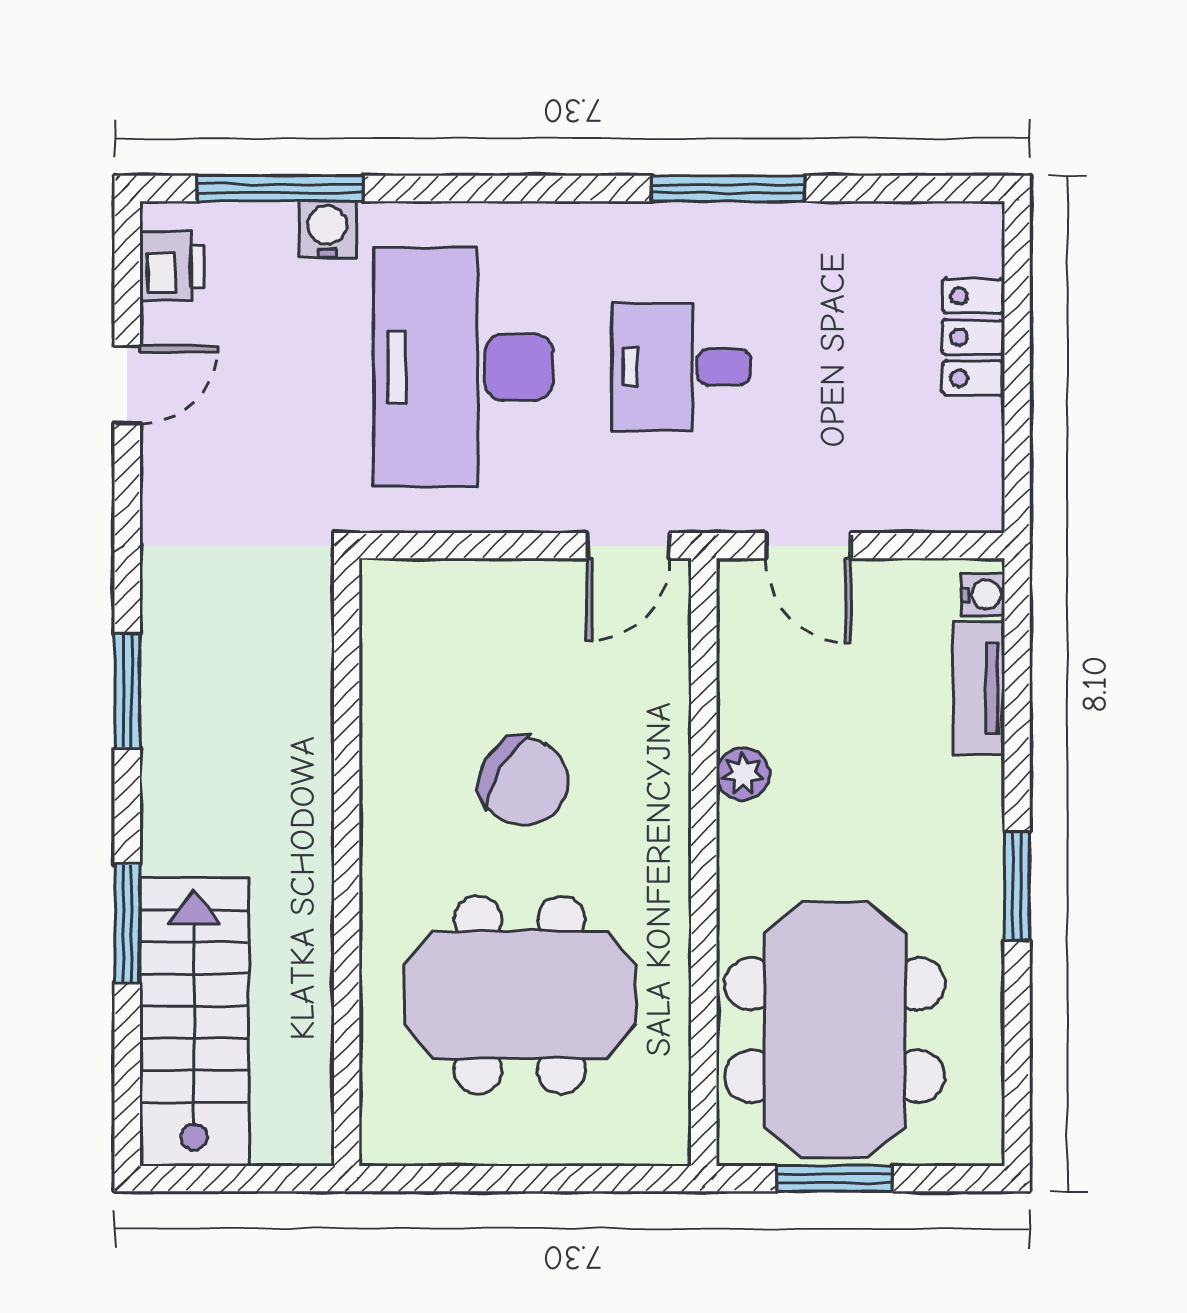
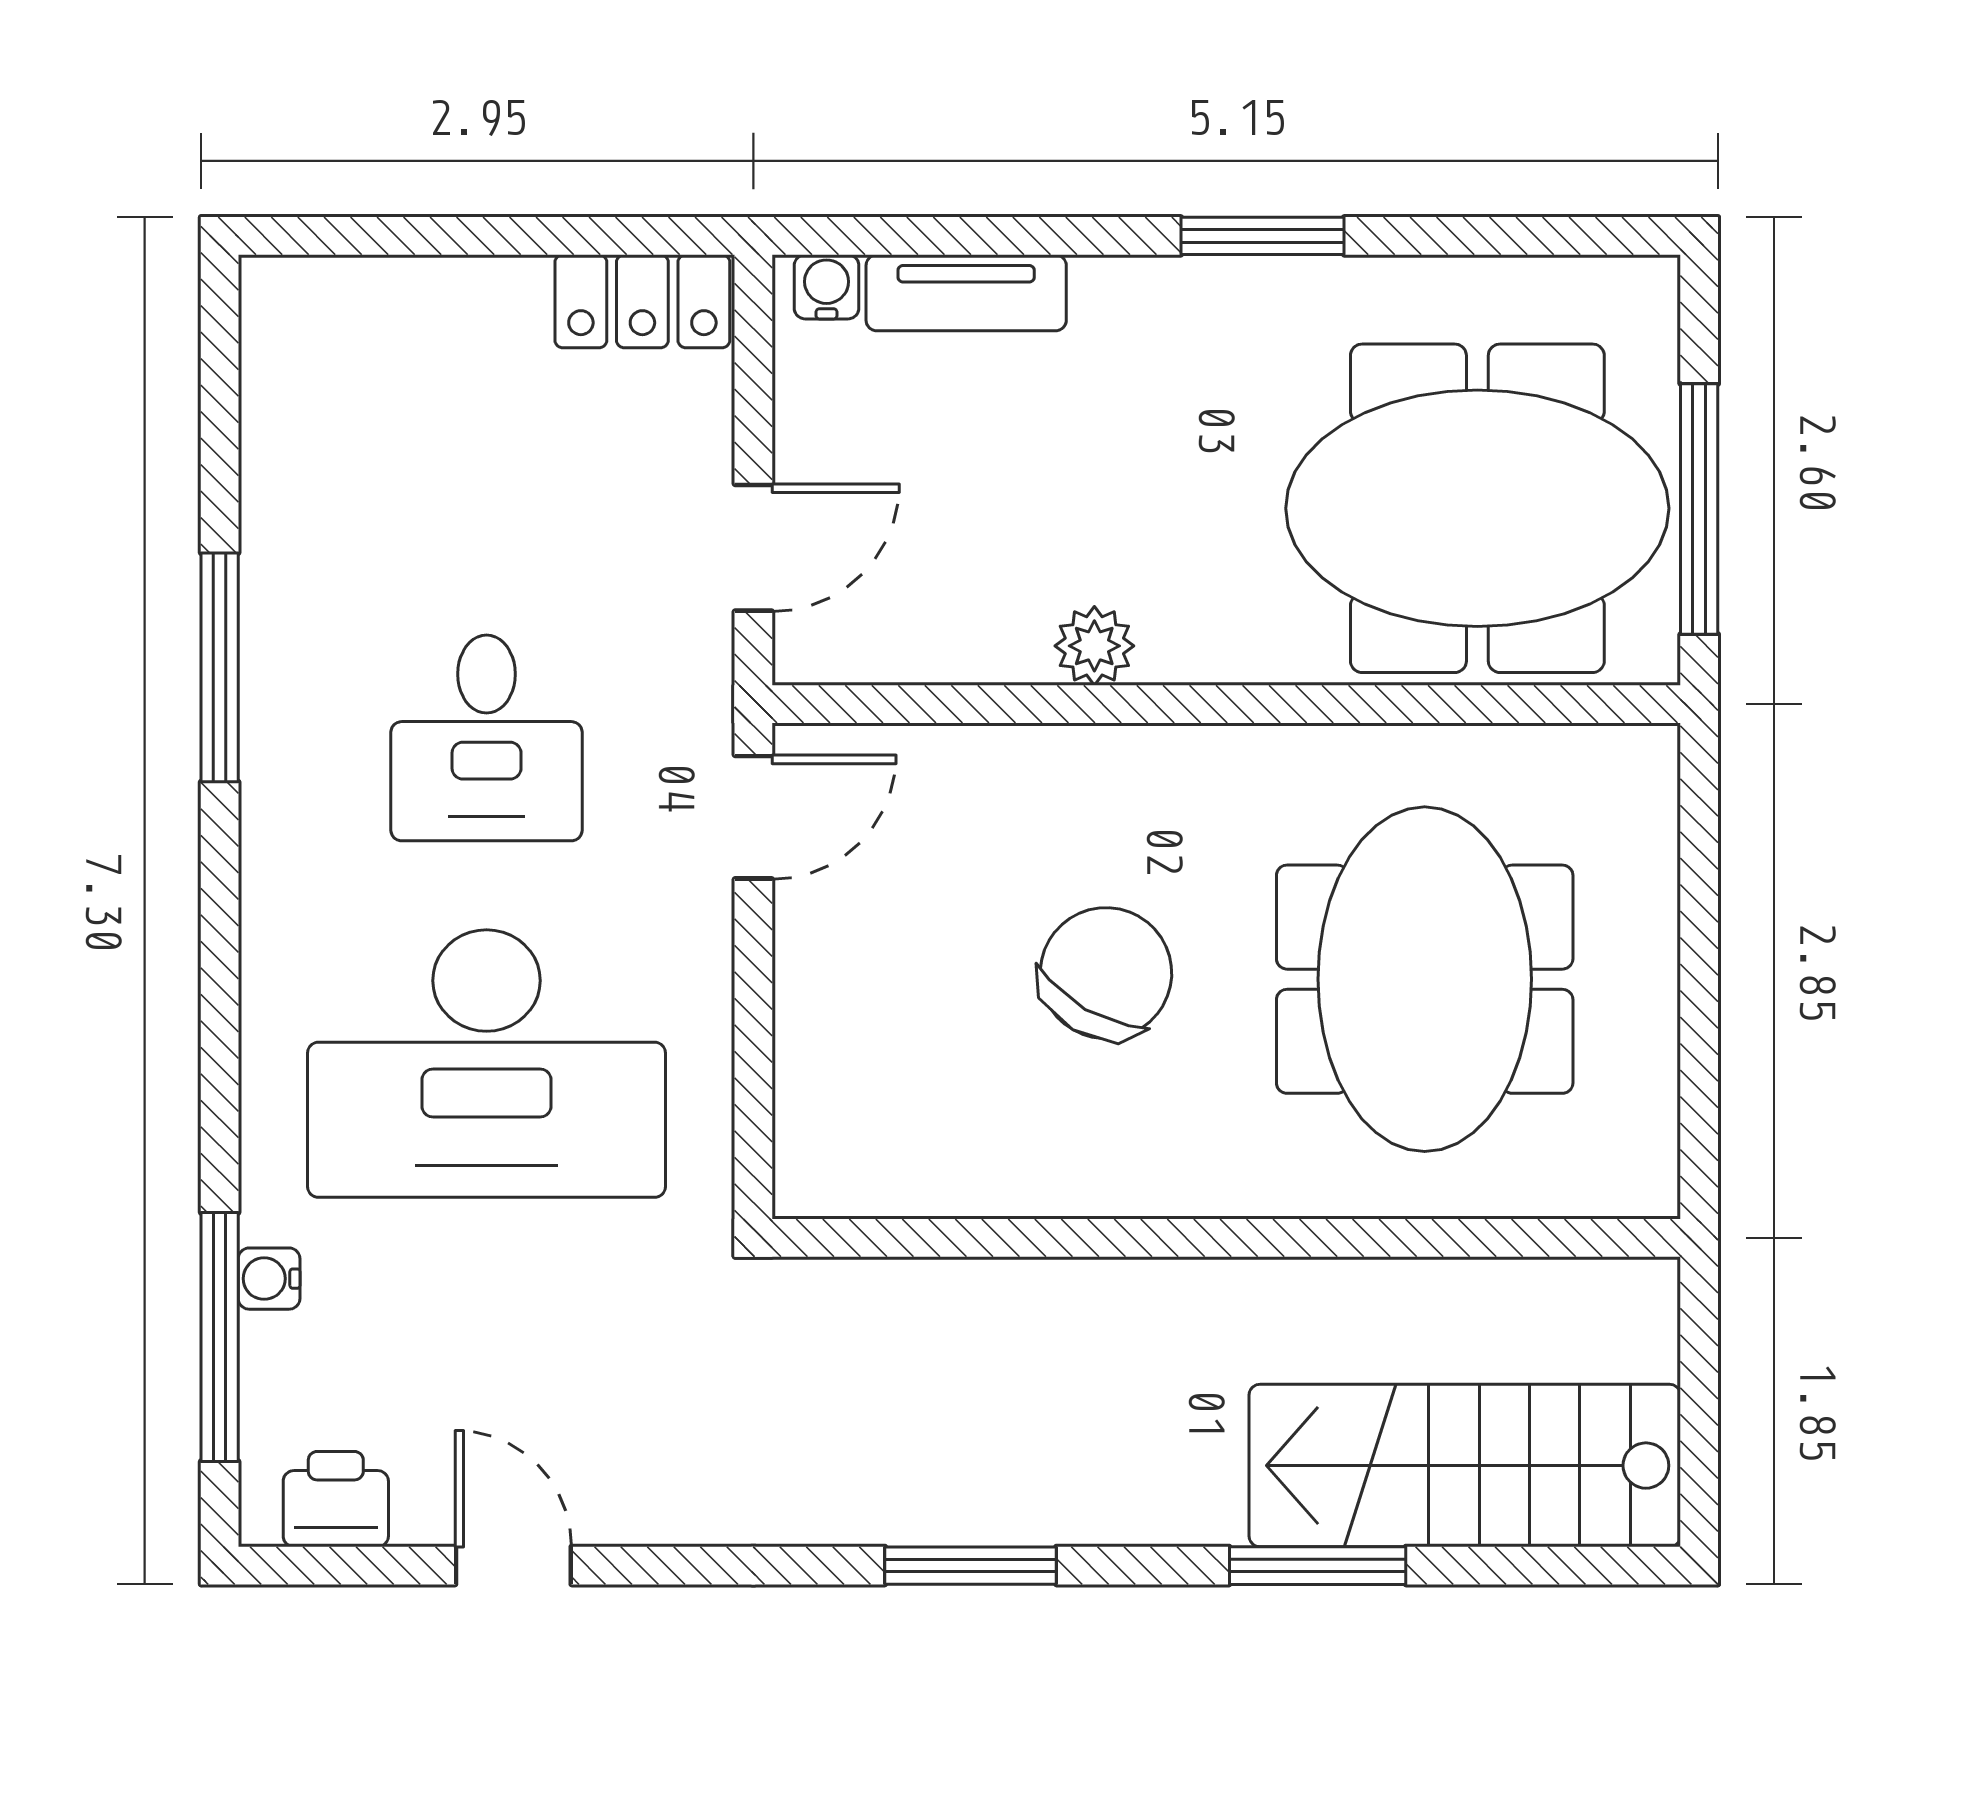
water cooler: (327, 229) -> (269, 1279), width x0.72, depth x0.72
locker: (973, 337) -> (642, 301), moved
door: (628, 546) -> (753, 817), hinge flipped
window: (834, 1179) -> (1699, 509), width x1.44

